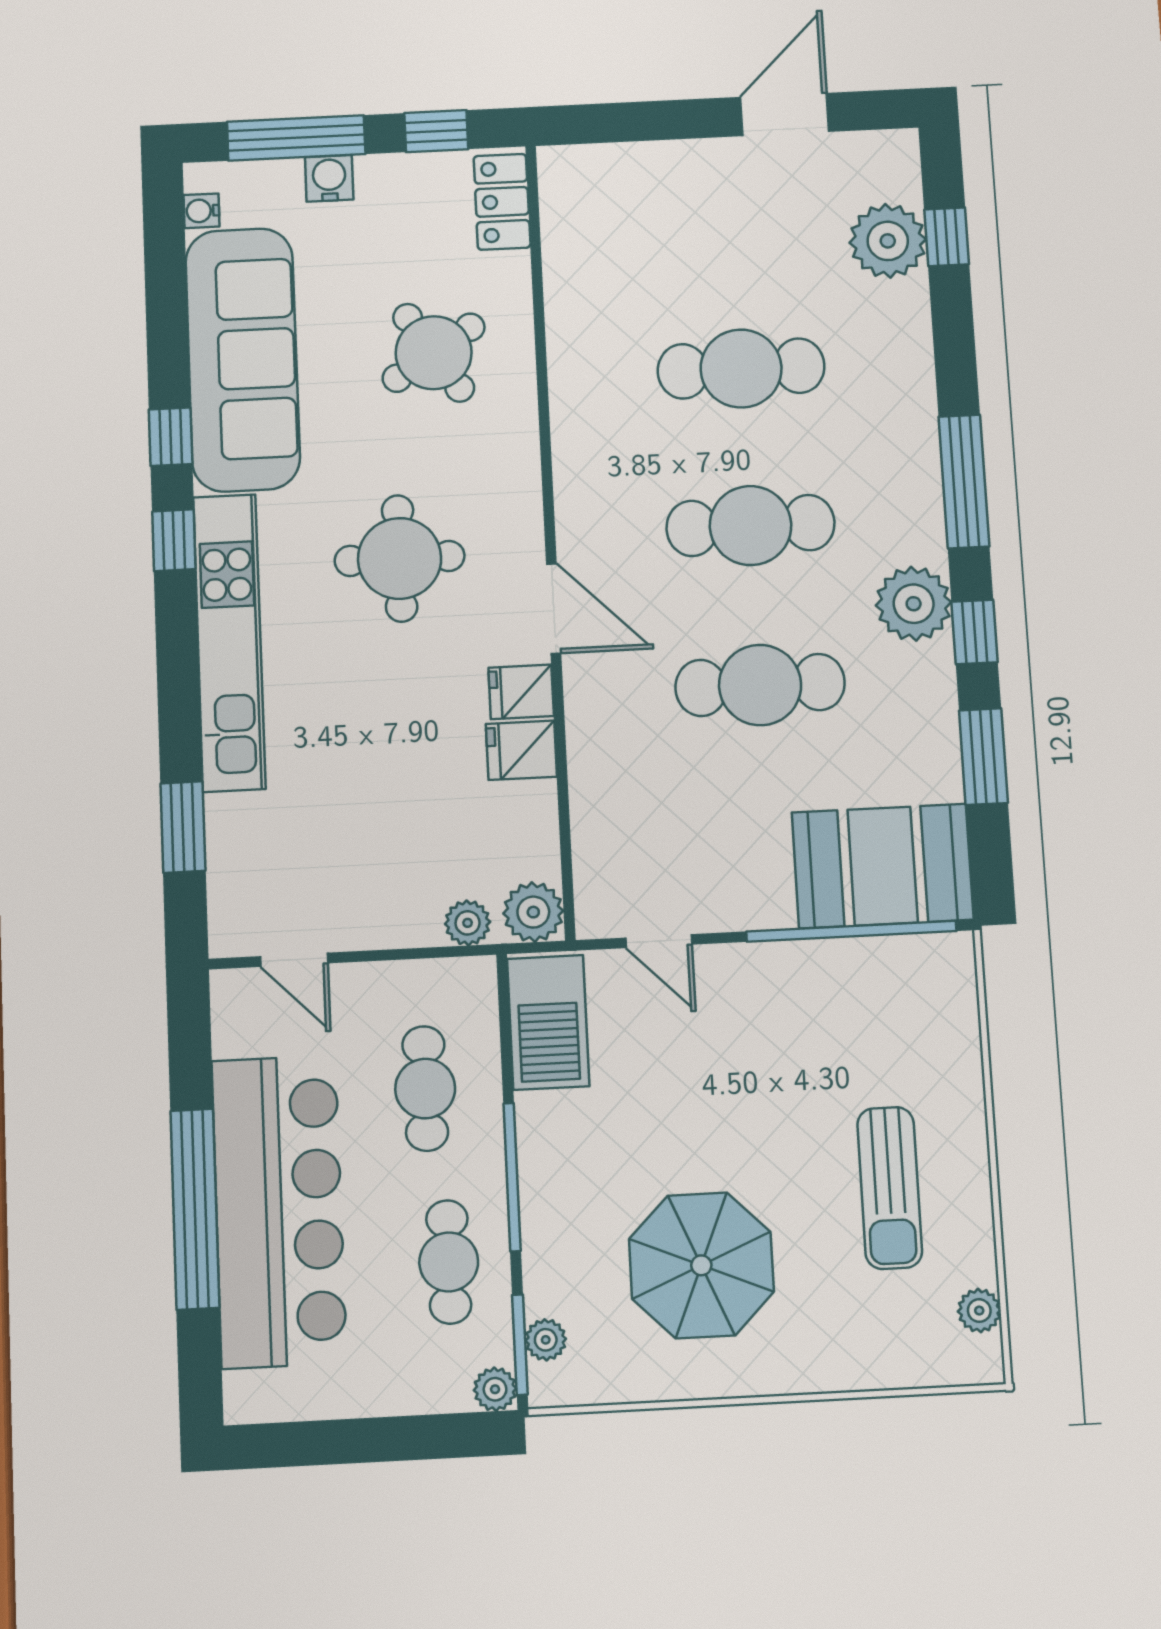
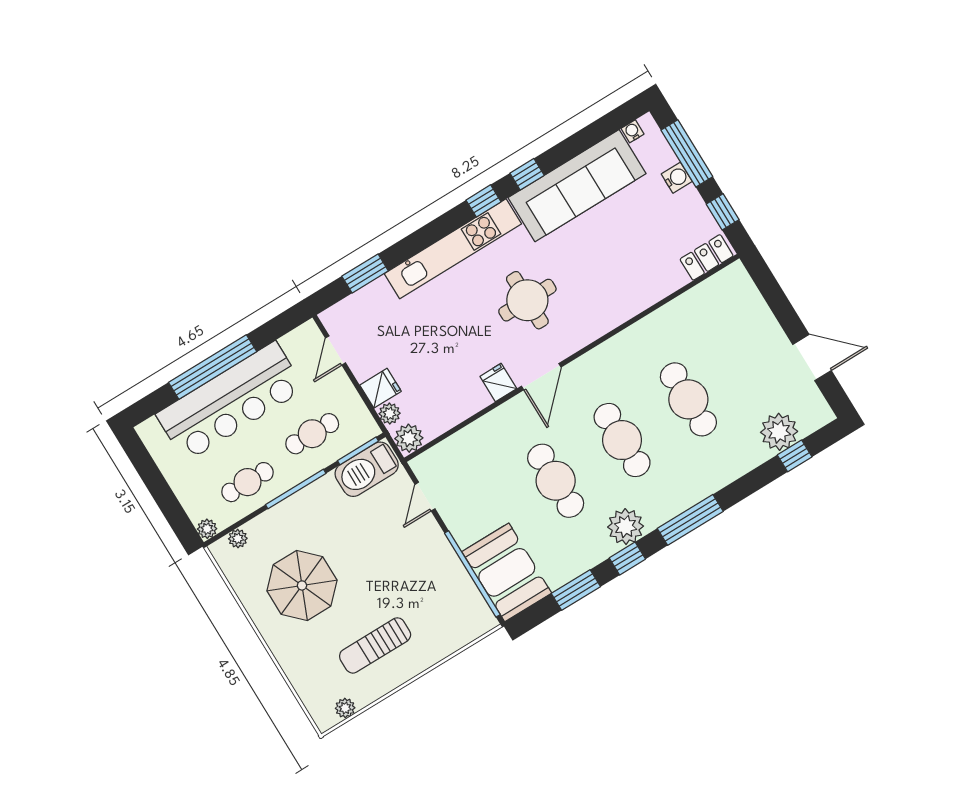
round table: (434, 353) -> (624, 265), removed
fridge: (521, 750) -> (381, 388), moved, turned 90
window: (520, 1345) -> (358, 451), moved

